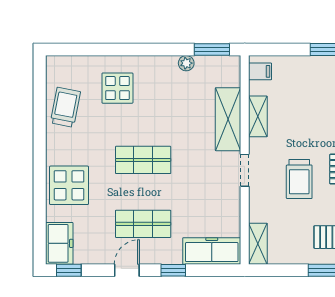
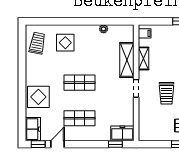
window: (212, 50) -> (118, 21), removed
trolley: (65, 107) -> (37, 43), moved
shelving: (258, 244) -> (143, 129), removed
freezer: (212, 251) -> (122, 133), width x0.71
door: (127, 270) -> (58, 144), moved
window: (173, 270) -> (115, 144), moved

